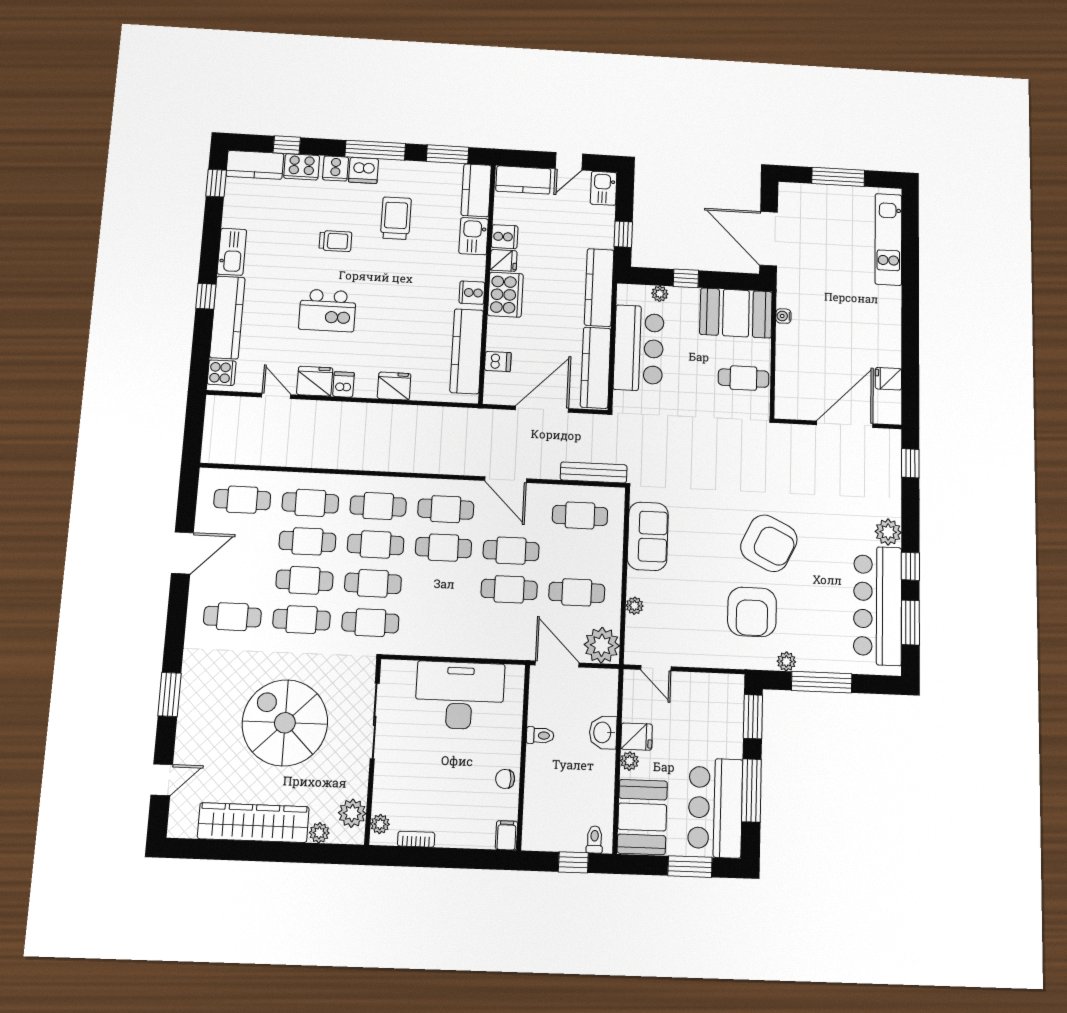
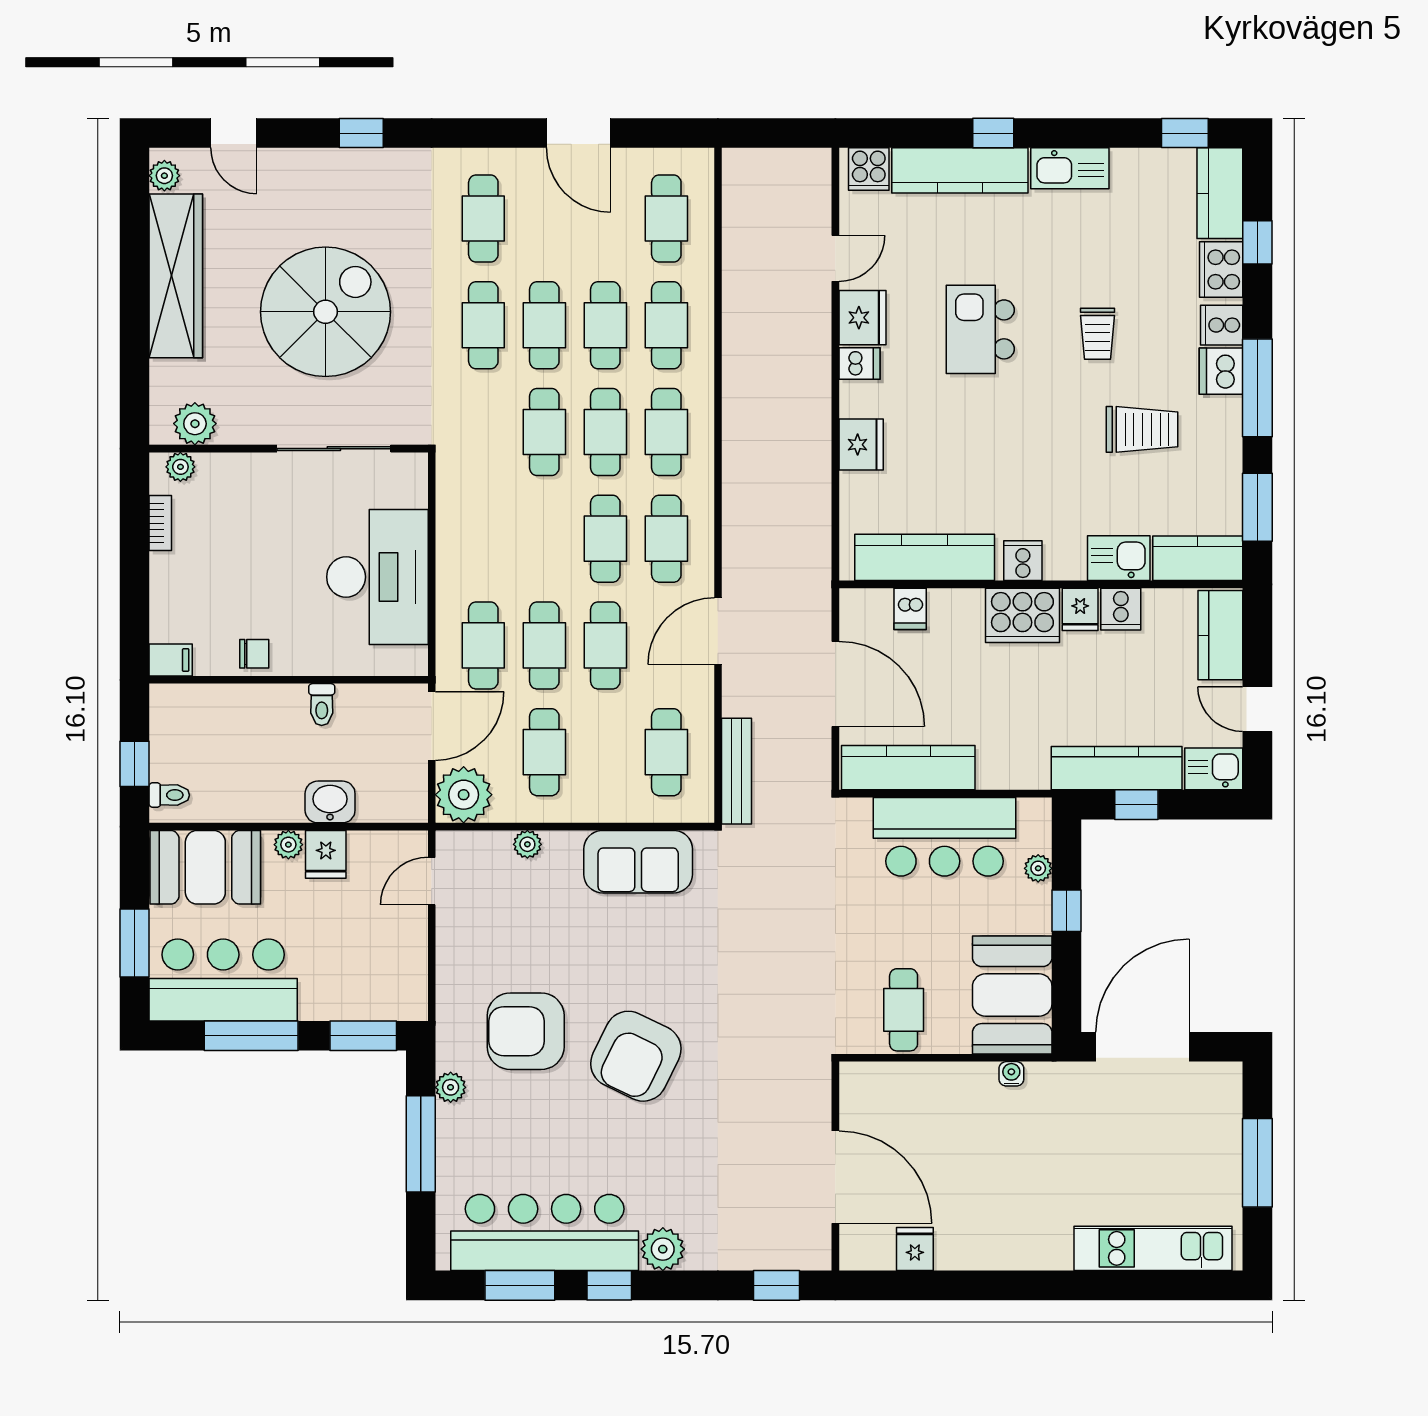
kitchen counter: (599, 287) -> (1117, 768), moved
cafe table: (370, 623) -> (483, 645), moved
window: (170, 694) -> (361, 133), width x0.67
chair: (505, 779) -> (254, 654), turned 90
plant: (319, 833) -> (164, 176), moved

